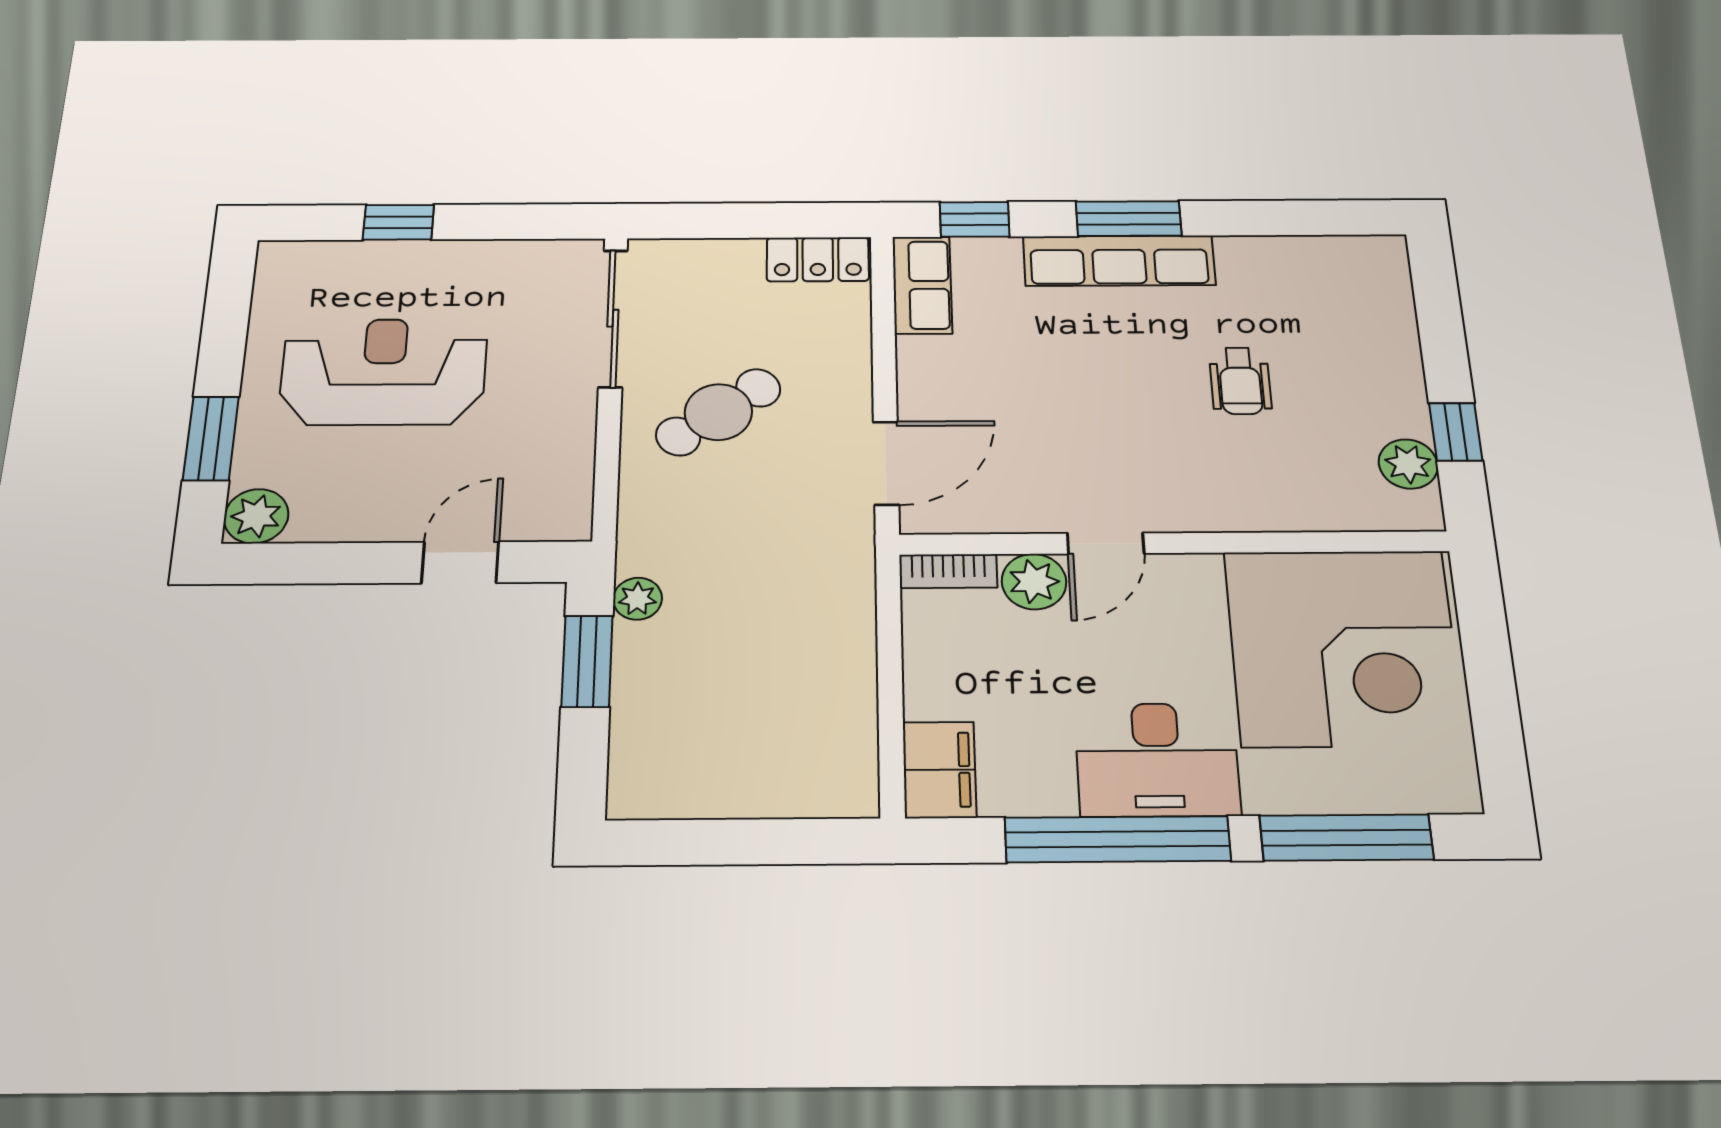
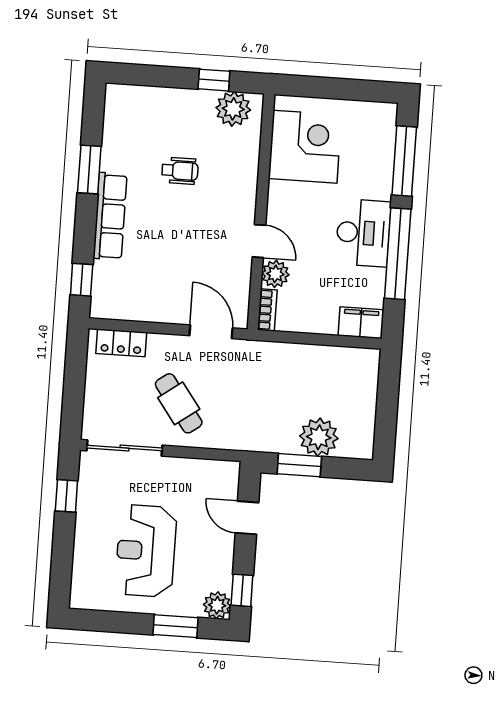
window: (1129, 219) -> (89, 170), moved
window: (398, 222) -> (66, 496), moved
locker: (818, 259) -> (121, 343), moved, turned 90
row of seats: (922, 285) -> (117, 307), removed
plant: (1408, 464) -> (233, 109), width x1.36, depth x1.36
window: (290, 563) -> (242, 590), added
plant: (638, 599) -> (319, 437), moved, width x1.88, depth x1.88
corner desk: (1343, 648) -> (305, 147), width x0.74, depth x0.74

